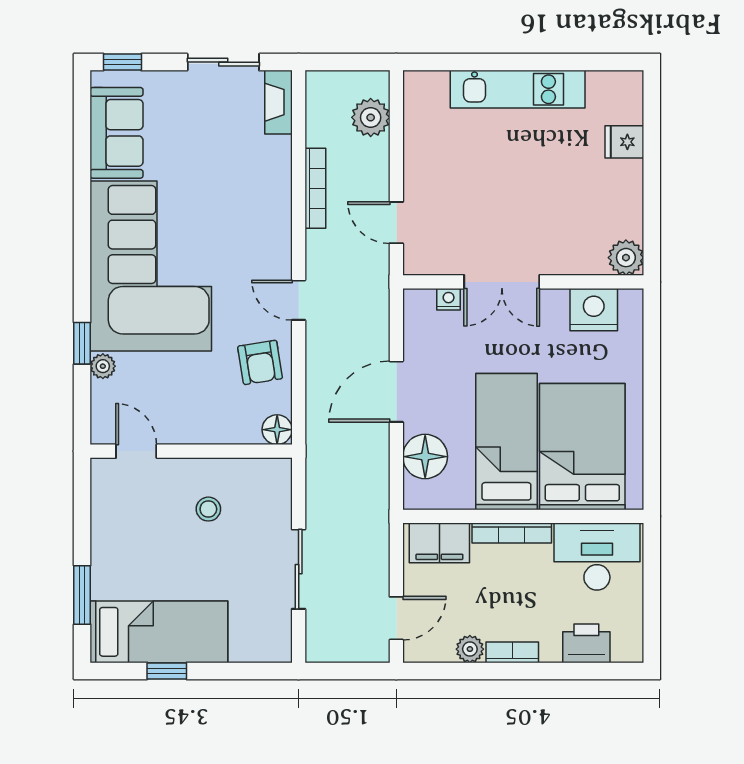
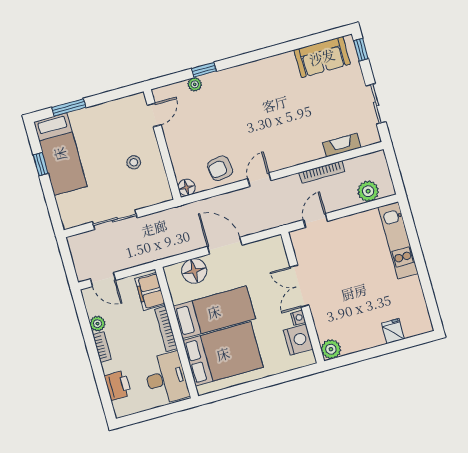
kitchen unit: (518, 89) -> (398, 240), moved
fireplace: (278, 102) -> (342, 145), moved
corner sofa: (151, 266) -> (256, 95), removed
nightstand: (449, 299) -> (298, 318), moved

